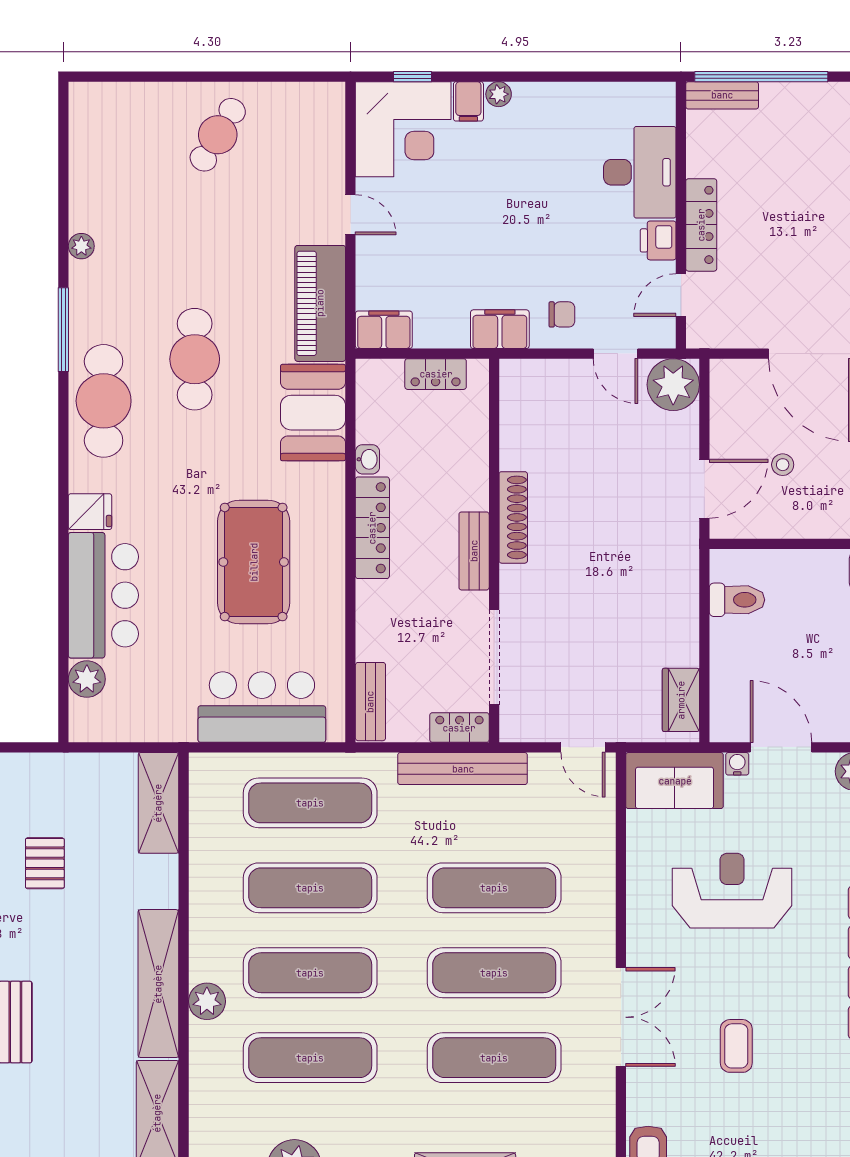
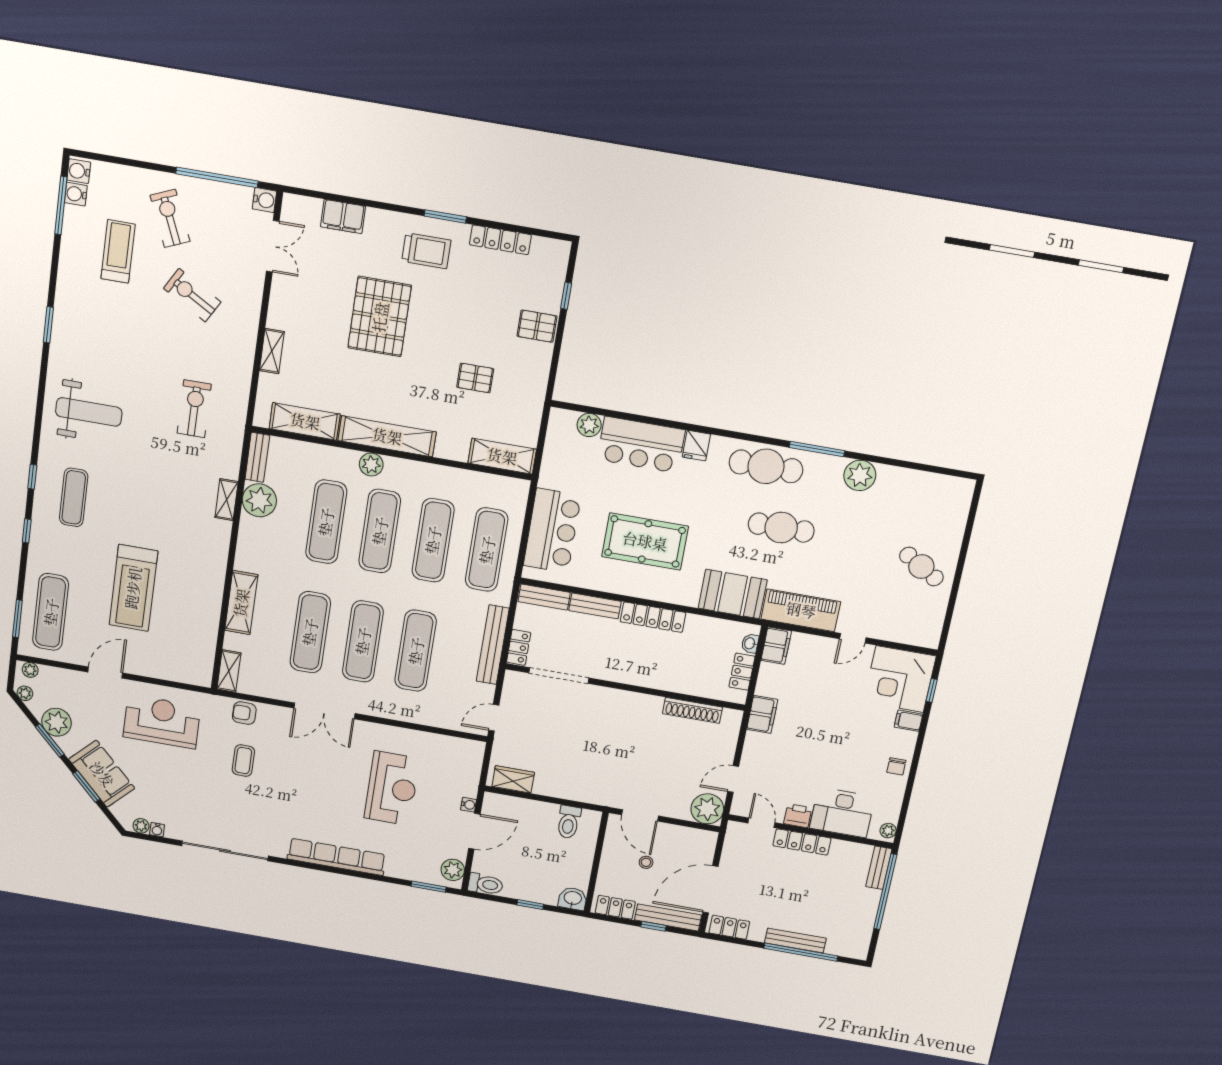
plant: (499, 94) -> (888, 831), moved
plant: (81, 246) -> (860, 475), width x1.87, depth x1.87
chair: (562, 314) -> (896, 766), moved
washbasin: (367, 459) -> (750, 643), moved, turned 90
shoe rack: (513, 517) -> (692, 710), moved
bench: (474, 551) -> (595, 606), moved
sofa: (675, 781) -> (464, 767), removed
coffee table: (736, 1046) -> (243, 761), moved, turned 90

